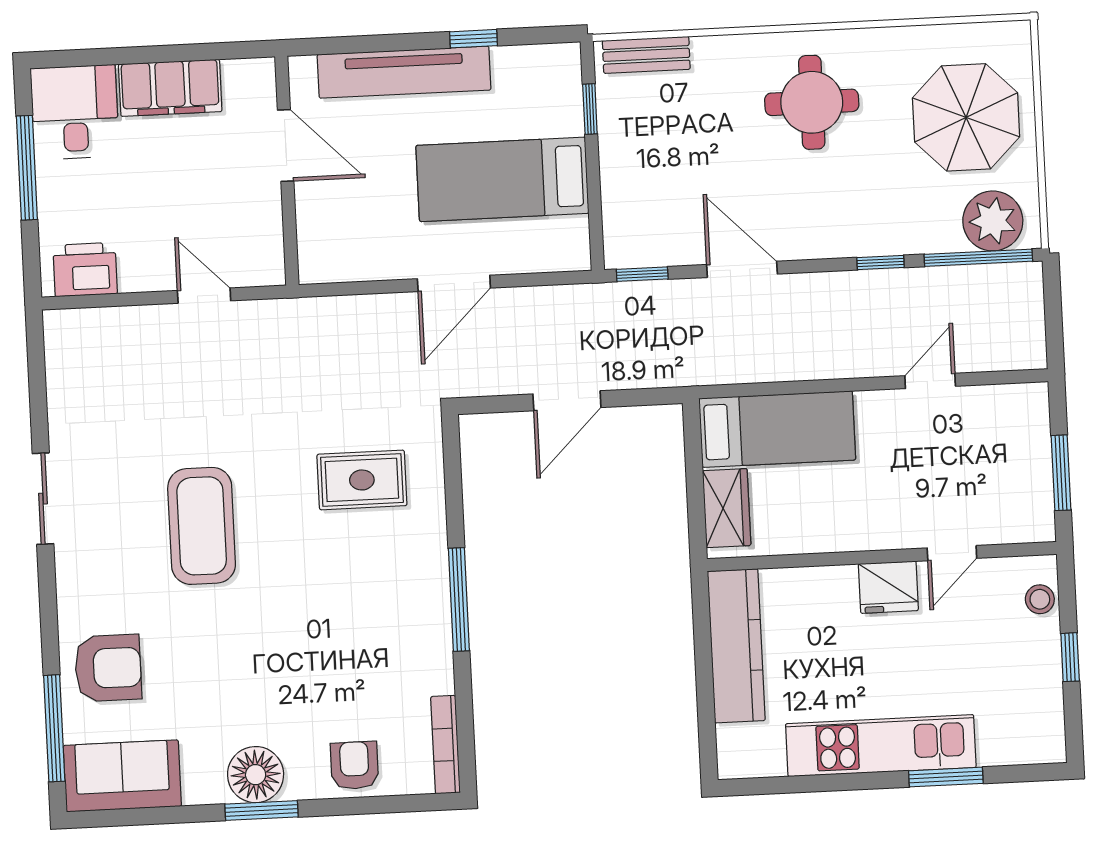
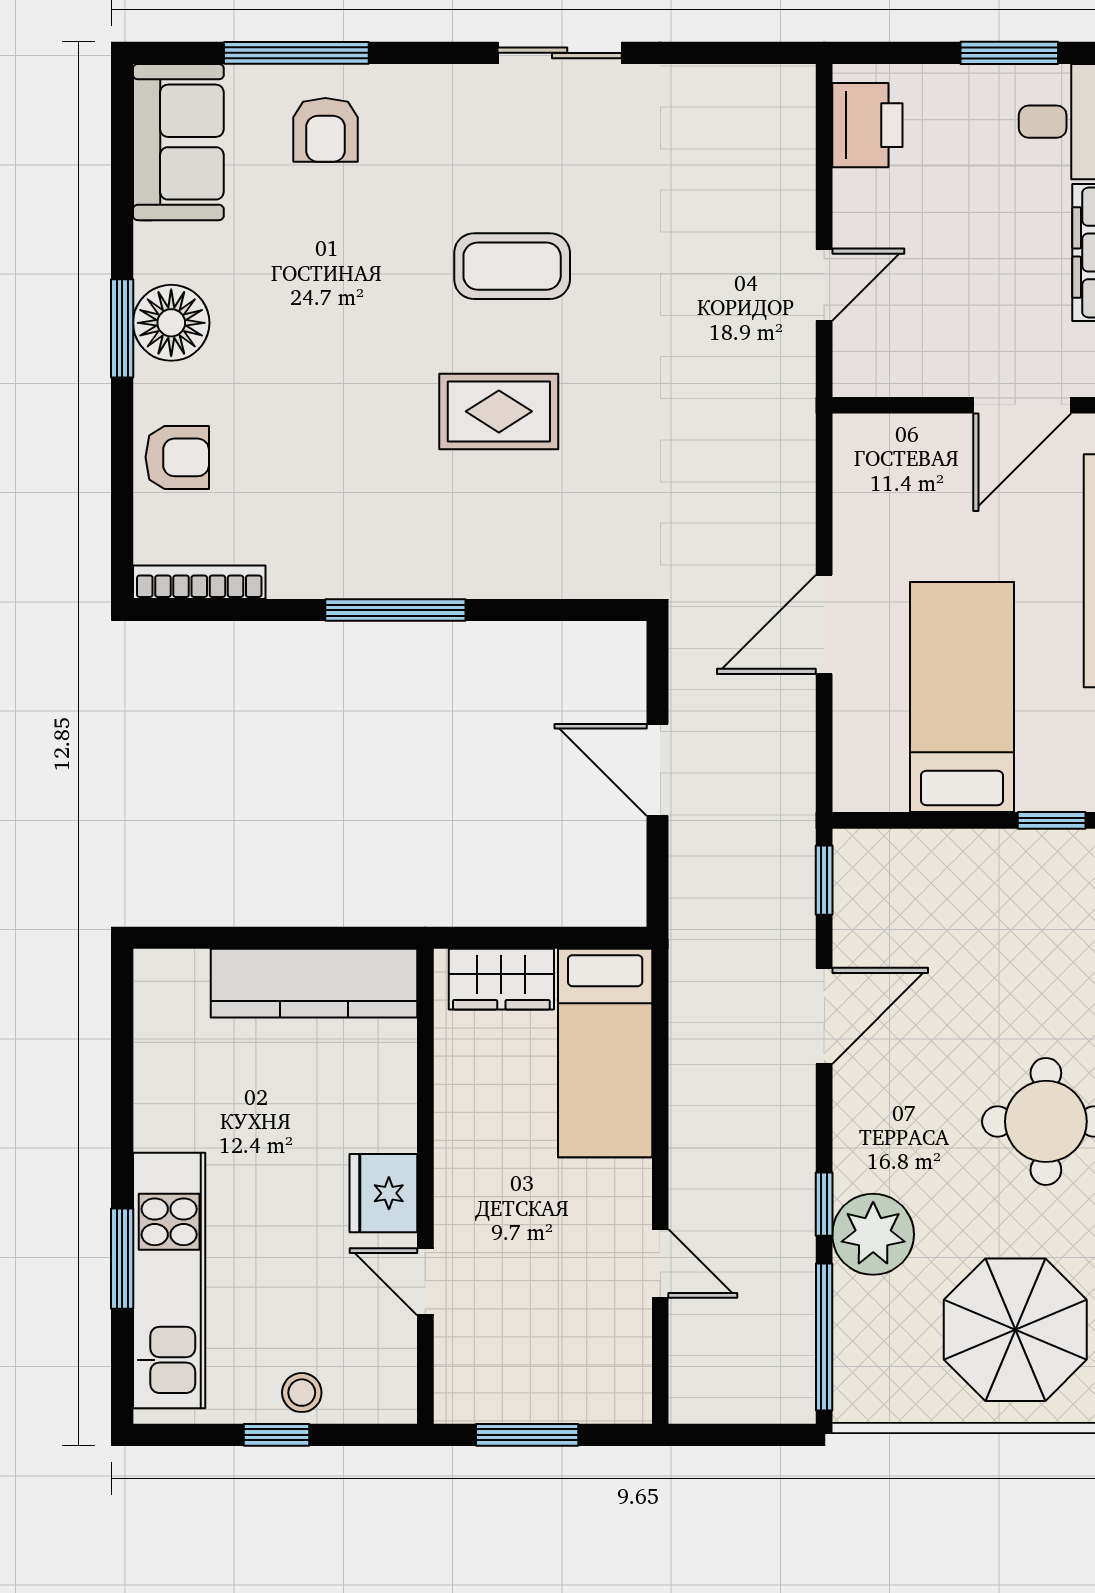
window: (27, 168) -> (1009, 53), width x0.69
plant: (993, 221) -> (873, 1234), moved
door: (454, 283) -> (824, 624), hinge flipped
rug: (362, 480) -> (499, 411), moved, turned 90
coffee table: (202, 526) -> (512, 266), width x0.73, depth x0.76
stool: (1040, 599) -> (302, 1393), moved
armchair: (108, 668) -> (325, 130), width x0.72, depth x0.72
window: (54, 728) -> (296, 53), moved
kitchen unit: (881, 746) -> (169, 1281), moved

